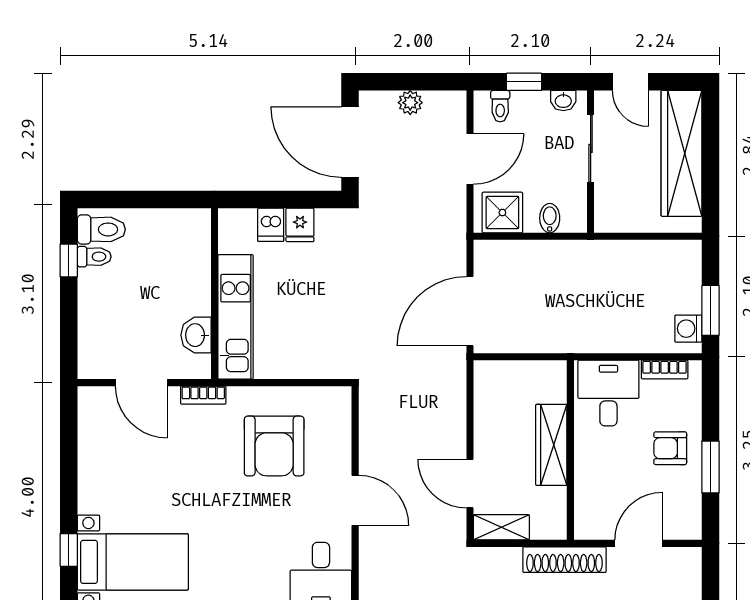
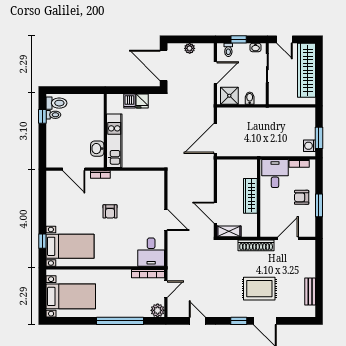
armchair: (274, 446) -> (110, 211), moved, width x0.53, depth x0.53

